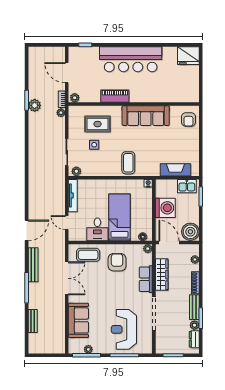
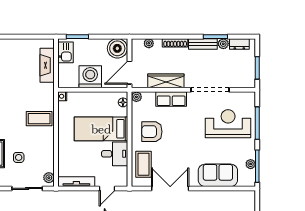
reception desk: (124, 329) -> (228, 124), turned 180

